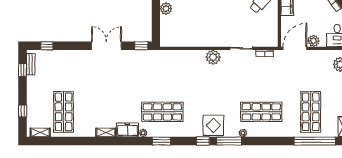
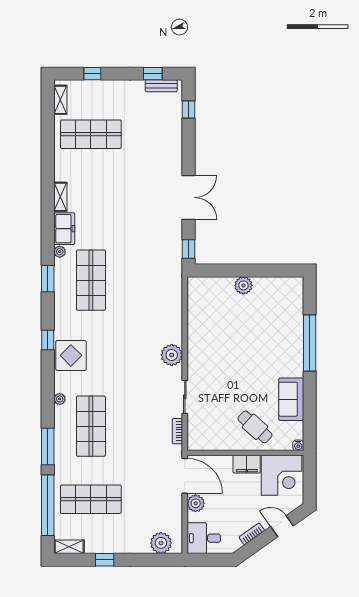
window: (229, 141) -> (48, 447), moved

